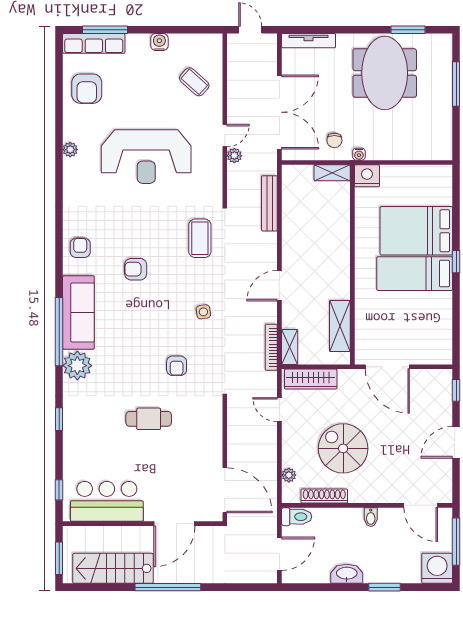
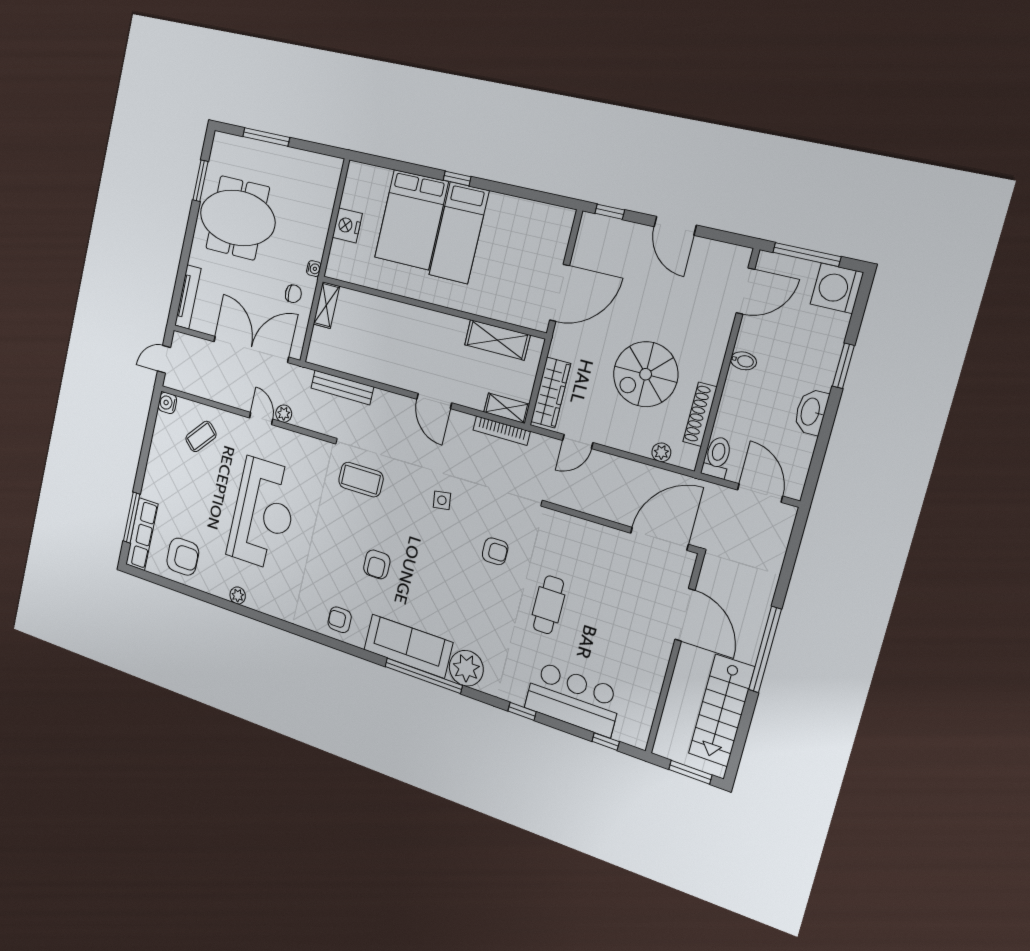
water cooler: (159, 42) -> (167, 403), moved
nightstand: (367, 176) -> (347, 225), moved
bar counter: (107, 501) -> (573, 699), moved, turned 90

